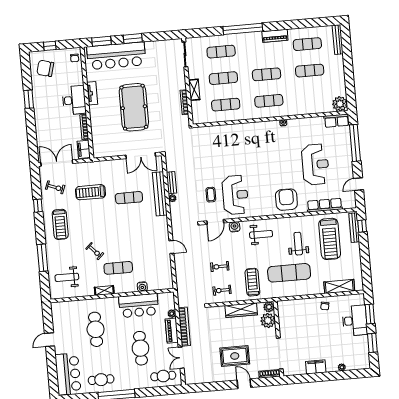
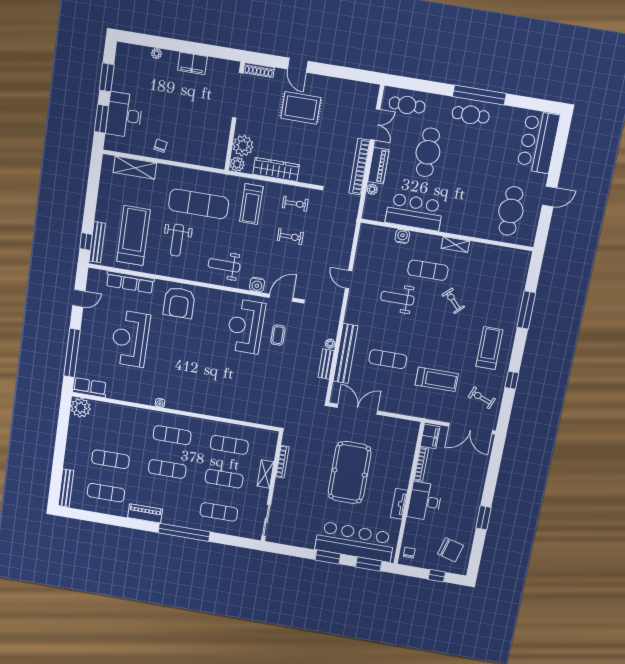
weight bench: (67, 277) -> (397, 298), moved, turned 180
cafe table: (96, 329) -> (511, 211), moved
cafe table: (101, 380) -> (471, 115), moved

